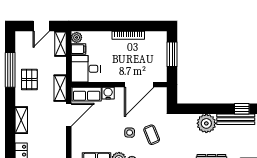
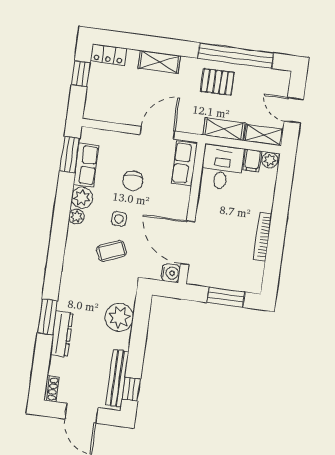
window: (10, 70) -> (236, 56), width x1.46
shelving: (60, 88) -> (224, 129), moved
water cooler: (108, 93) -> (171, 273), moved
door: (69, 115) -> (157, 133), swing flipped
plant: (206, 123) -> (119, 317), moved
chair: (103, 127) -> (133, 181), added

